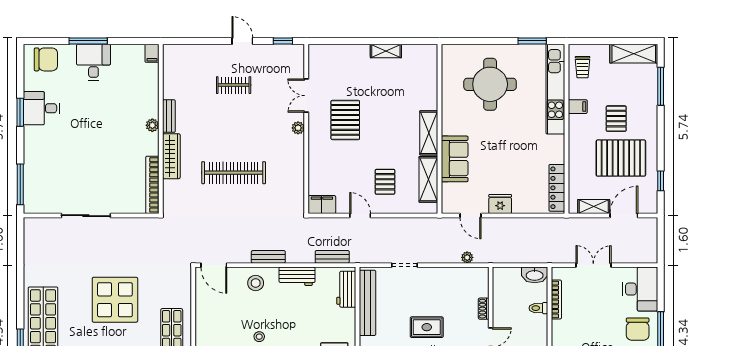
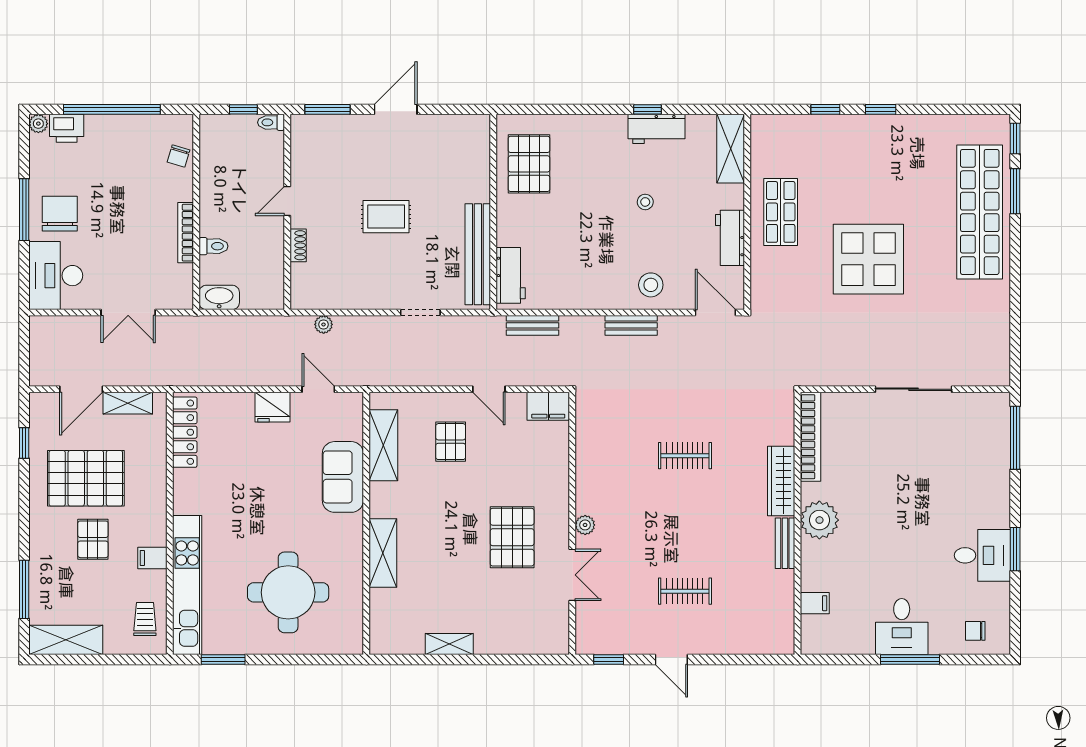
filing cabinet: (152, 53) -> (815, 603), moved, turned 90
chair: (46, 59) -> (975, 631), width x0.54, depth x0.54
plant: (152, 125) -> (819, 520), width x1.87, depth x1.87
shelving: (429, 133) -> (383, 553), moved
clothes rail: (234, 173) -> (685, 456), width x0.54, depth x0.76
workbench: (297, 276) -> (730, 238), moved, turned -90
bookcase: (556, 300) -> (186, 233), moved

